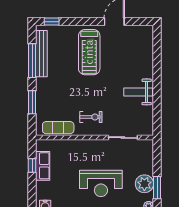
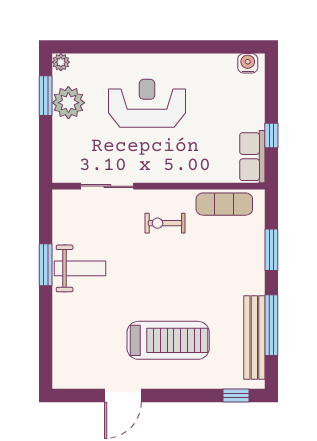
treadmill: (89, 52) -> (168, 340), turned 90
window: (157, 94) -> (46, 265), added
row of seats: (43, 166) -> (252, 157), moved

